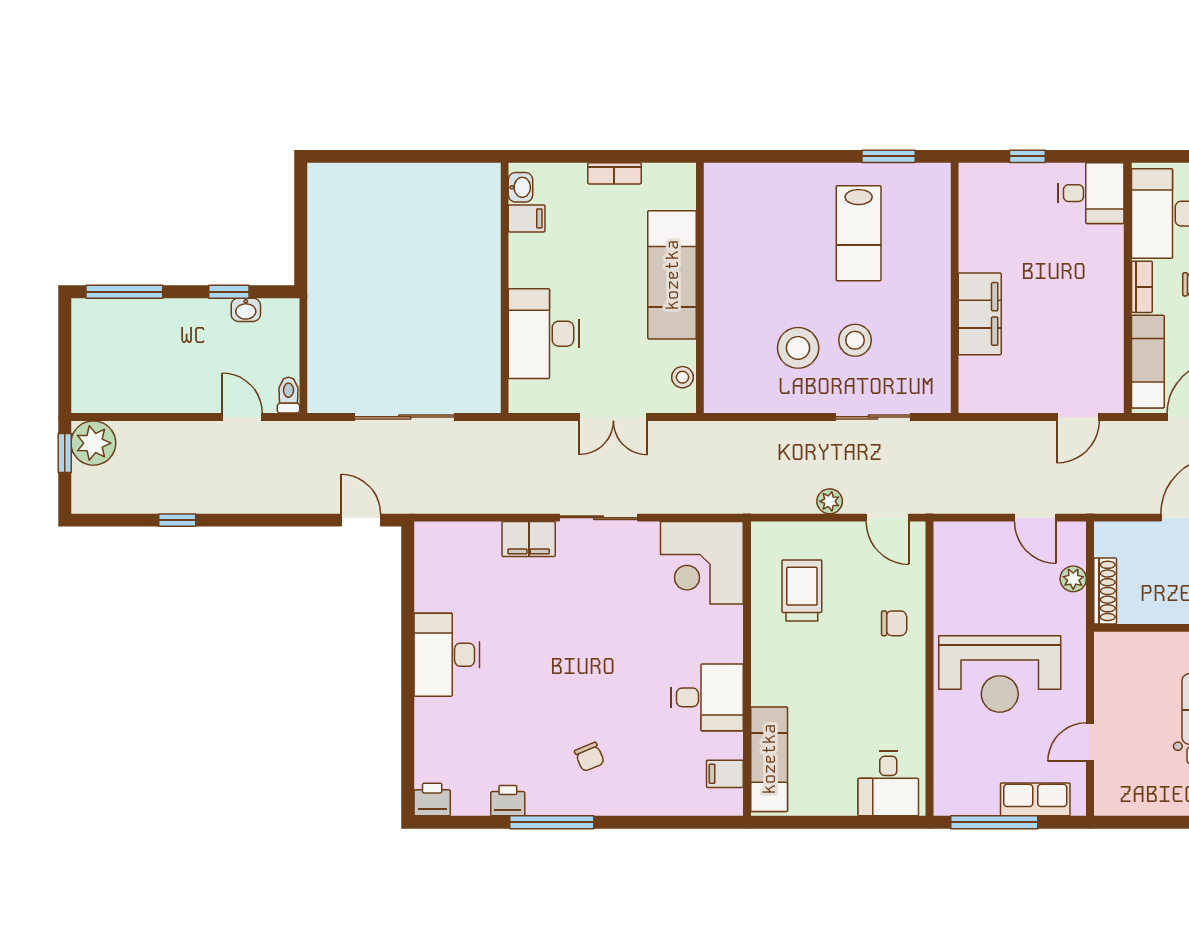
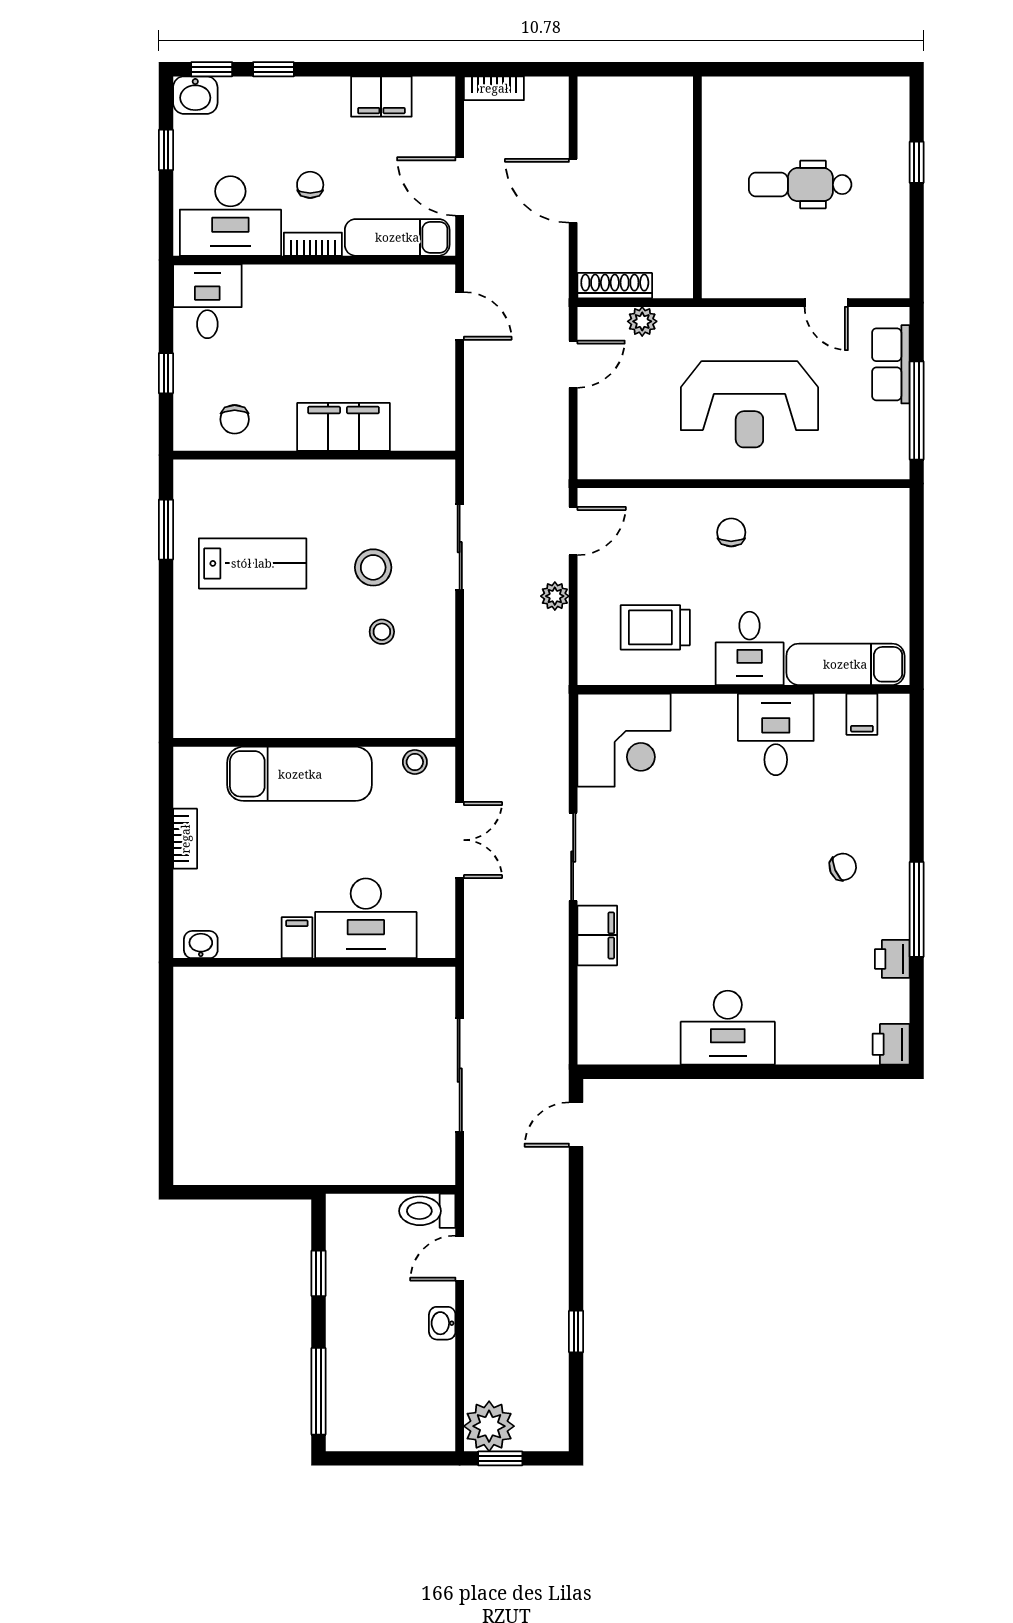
chair: (986, 217) -> (235, 419), added
filing cabinet: (527, 218) -> (297, 938), moved
washbasin: (246, 310) -> (442, 1323), moved, turned 180
stool: (798, 348) -> (382, 632), width x0.53, depth x0.53
toilet: (288, 395) -> (427, 1211), width x1.37, depth x1.39
shoe rack: (1105, 591) -> (615, 286), moved
chair: (894, 623) -> (731, 532), moved
reception desk: (1000, 674) -> (749, 404), turned 90
desk: (888, 783) -> (750, 648), moved, turned 90

